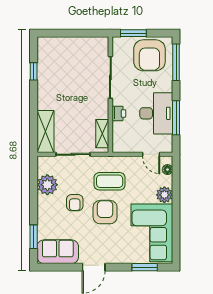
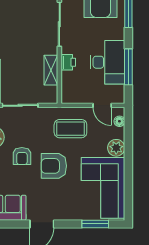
shelving: (102, 134) -> (51, 70), moved
coffee table: (110, 181) -> (70, 129), moved
armchair: (105, 212) -> (54, 166), turned -90

